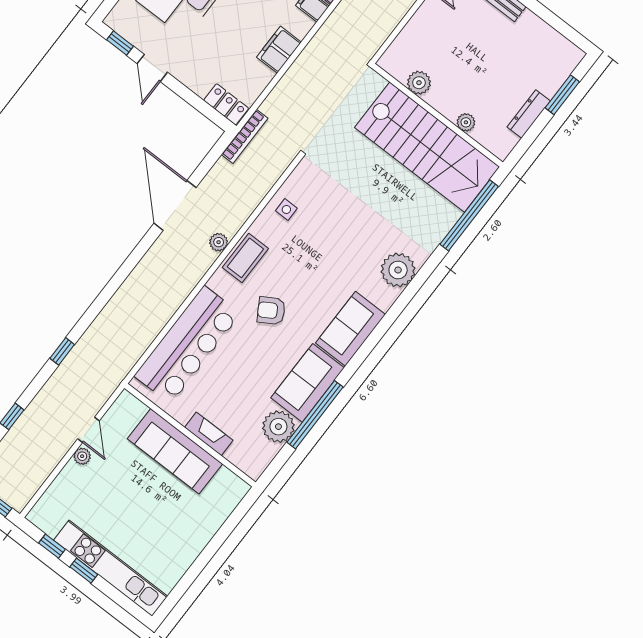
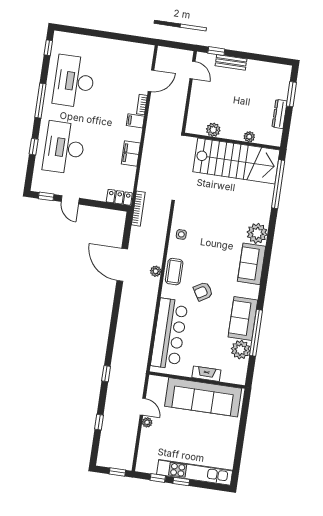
sofa: (350, 329) -> (252, 264), moved
sofa: (175, 451) -> (203, 397), width x1.36, depth x1.27

